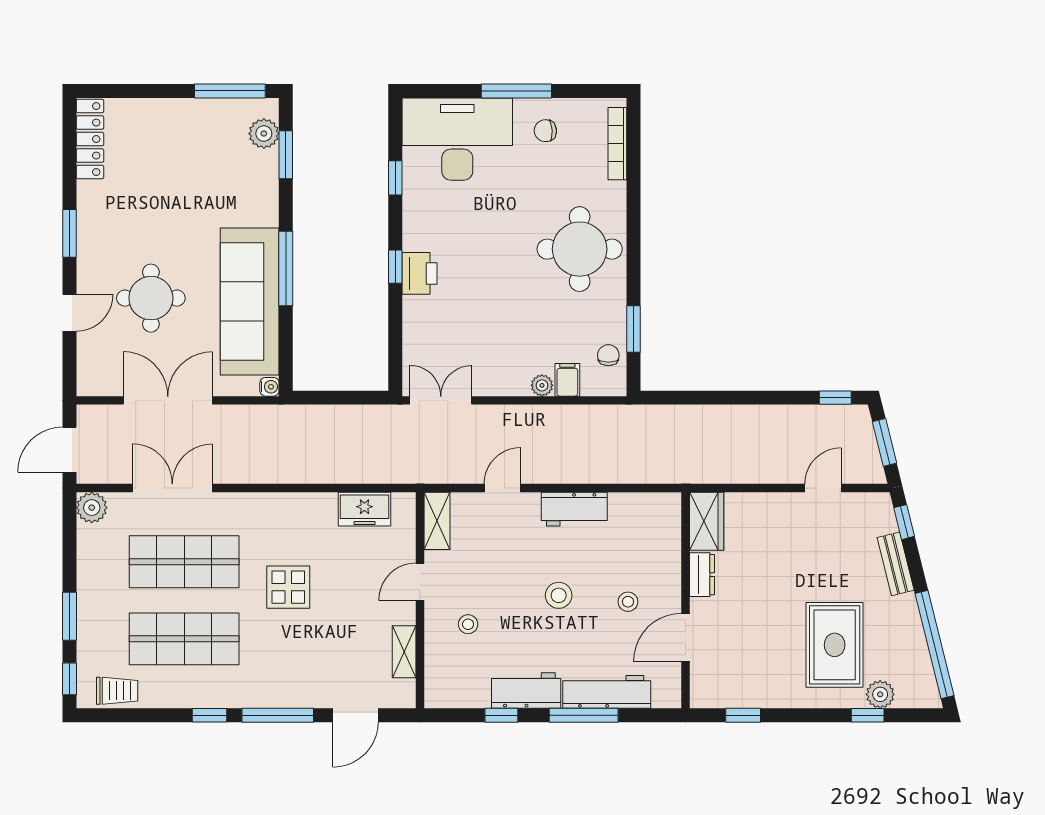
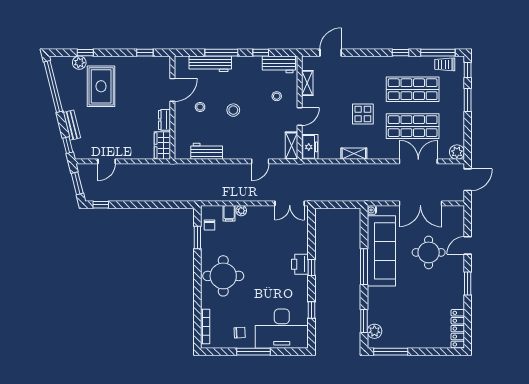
double door: (172, 488) -> (418, 161), swing flipped
shelving: (307, 504) -> (354, 154), added
freezer: (364, 509) -> (310, 147), moved, turned 90
workbench: (574, 509) -> (207, 151), moved
workbench: (526, 691) -> (279, 64), moved
window: (278, 715) -> (438, 53), moved

